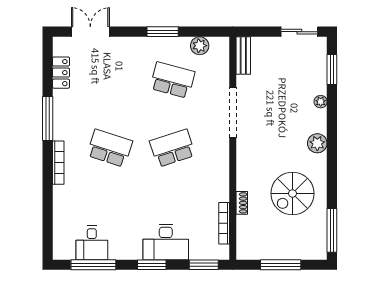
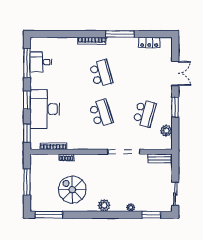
double door: (90, 32) -> (175, 73), moved
school desk: (110, 148) -> (101, 73), turned -33
desk: (166, 242) -> (45, 109), width x1.36, depth x1.30

